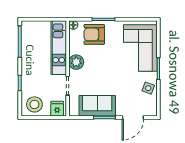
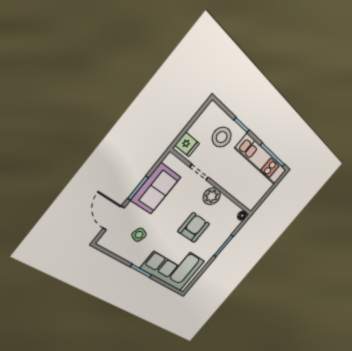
armchair: (94, 34) -> (194, 228), moved
kitchen unit: (59, 48) -> (261, 160), moved, turned 180
side table: (148, 88) -> (139, 235), moved
stool: (34, 104) -> (222, 137), moved

